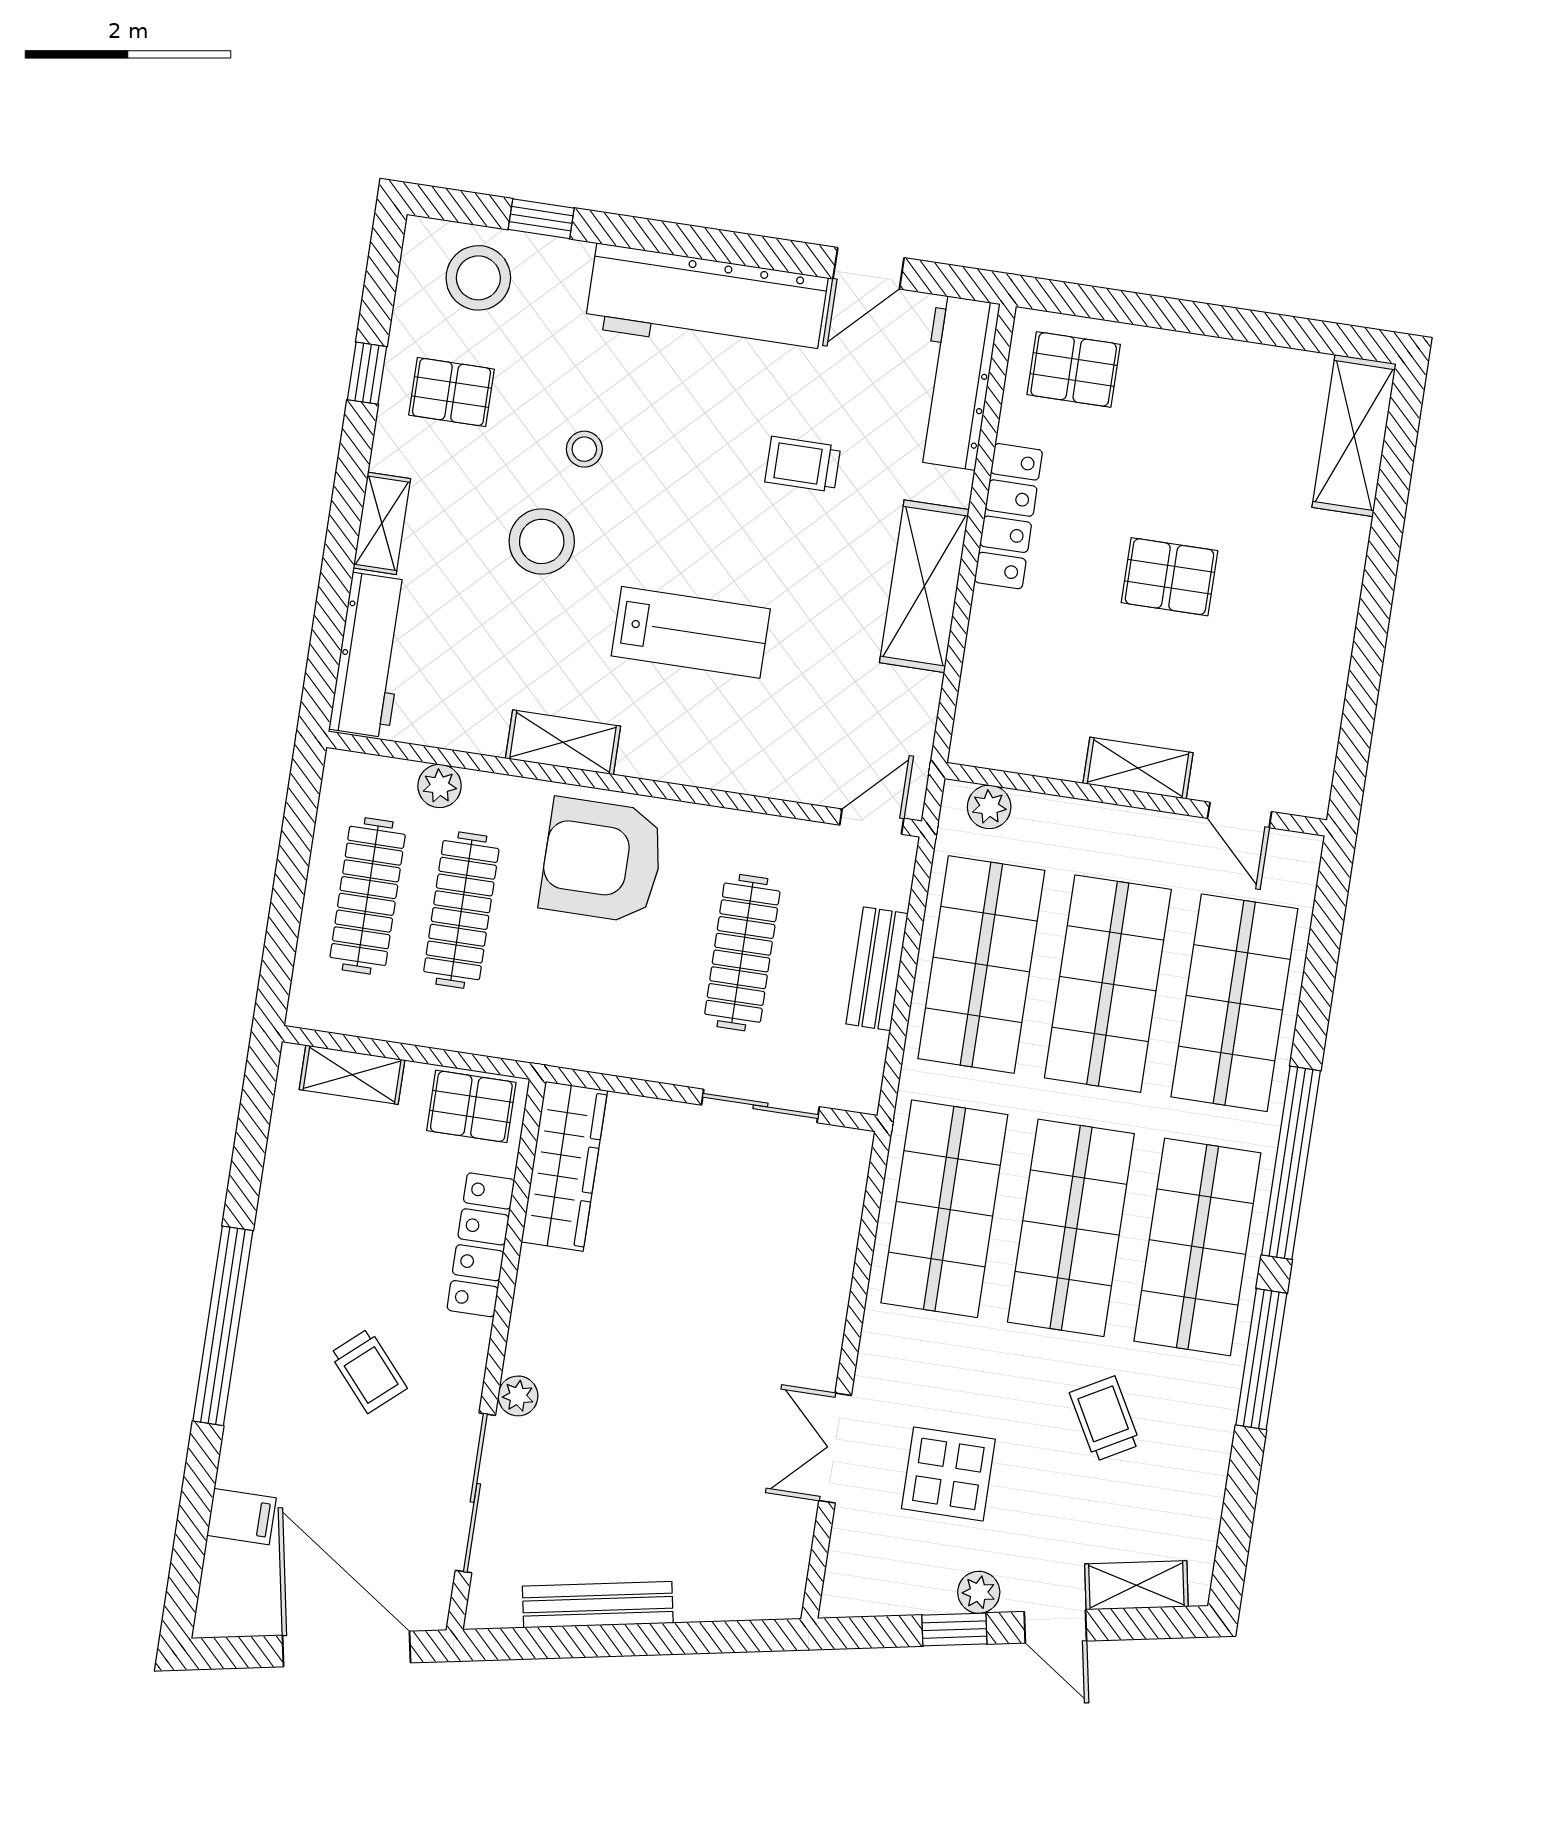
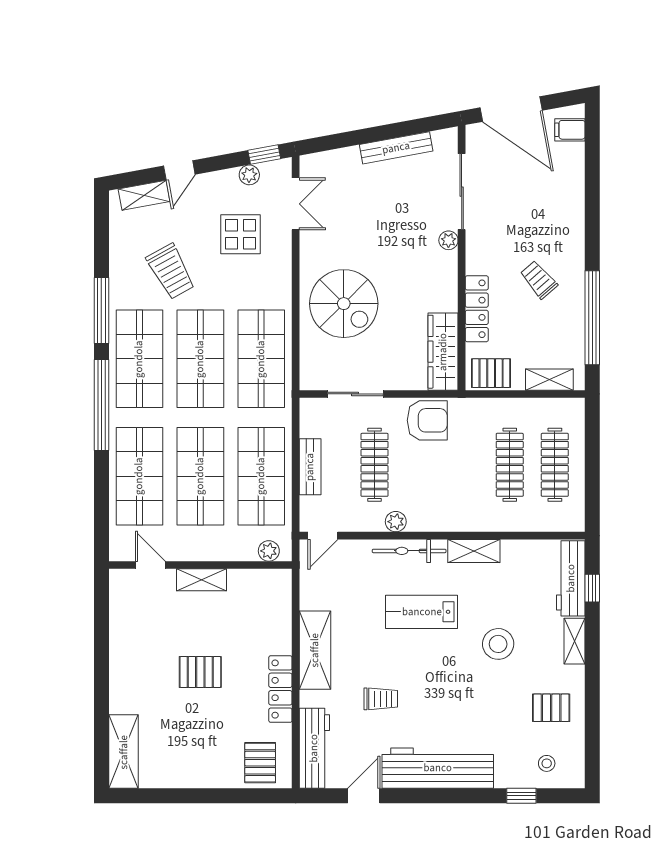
stool: (478, 278) -> (547, 763), width x0.53, depth x0.53
pallet: (1074, 369) -> (260, 763), turned 90
window: (367, 373) -> (592, 588), moved
stool: (584, 449) -> (485, 690), removed
bicycle: (697, 763) -> (409, 551), added
plant: (440, 786) -> (396, 522), moved
armchair: (602, 860) -> (427, 420), moved, width x0.73, depth x0.73
spiral stairs: (756, 1297) -> (344, 304), added
window: (223, 1326) -> (592, 318), moved
trolley: (368, 1371) -> (539, 280), moved
trolley: (1105, 1419) -> (171, 271), width x1.36, depth x1.39
double door: (835, 1448) -> (296, 204), moved
filing cabinet: (242, 1517) -> (570, 130), moved
plant: (979, 1592) -> (249, 175), moved
door: (1055, 1626) -> (179, 170), swing flipped
window: (954, 1630) -> (264, 155), moved

